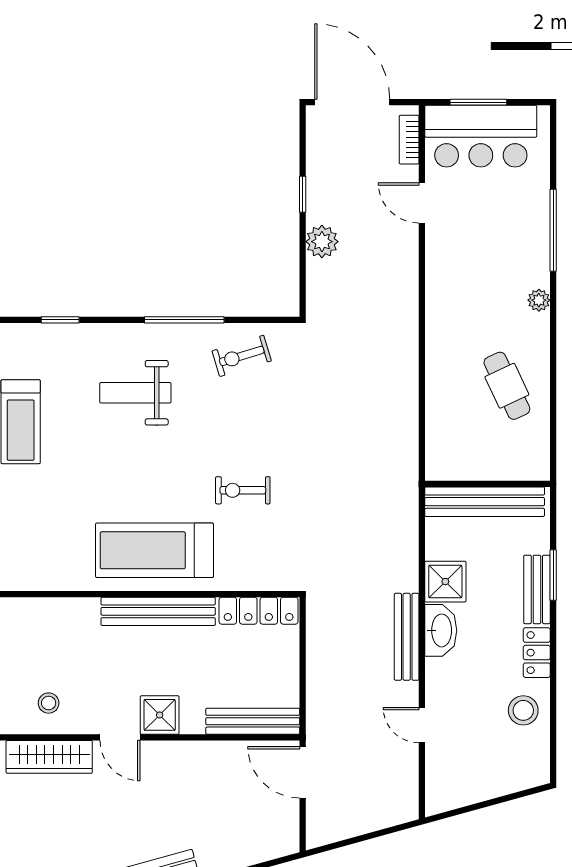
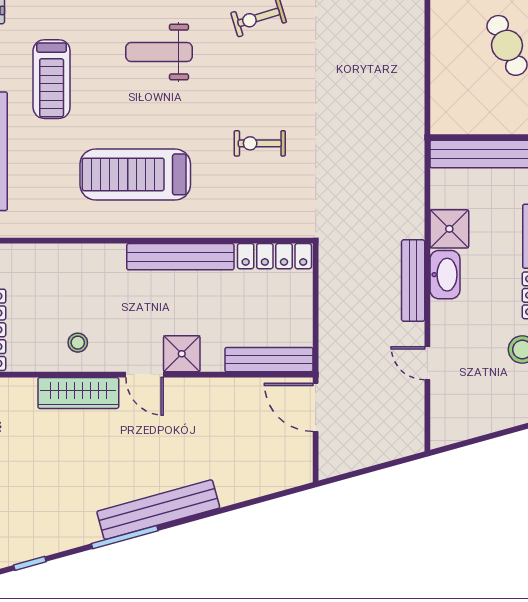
treadmill: (154, 550) -> (135, 174), moved

